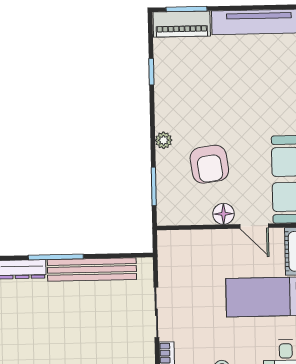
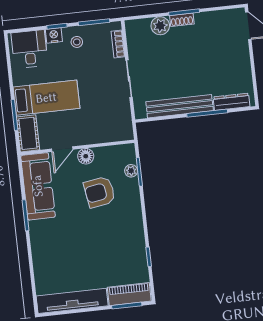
plant: (164, 140) -> (131, 171), moved
armchair: (209, 164) -> (100, 192), turned -91
door: (254, 226) -> (62, 149), swing flipped

